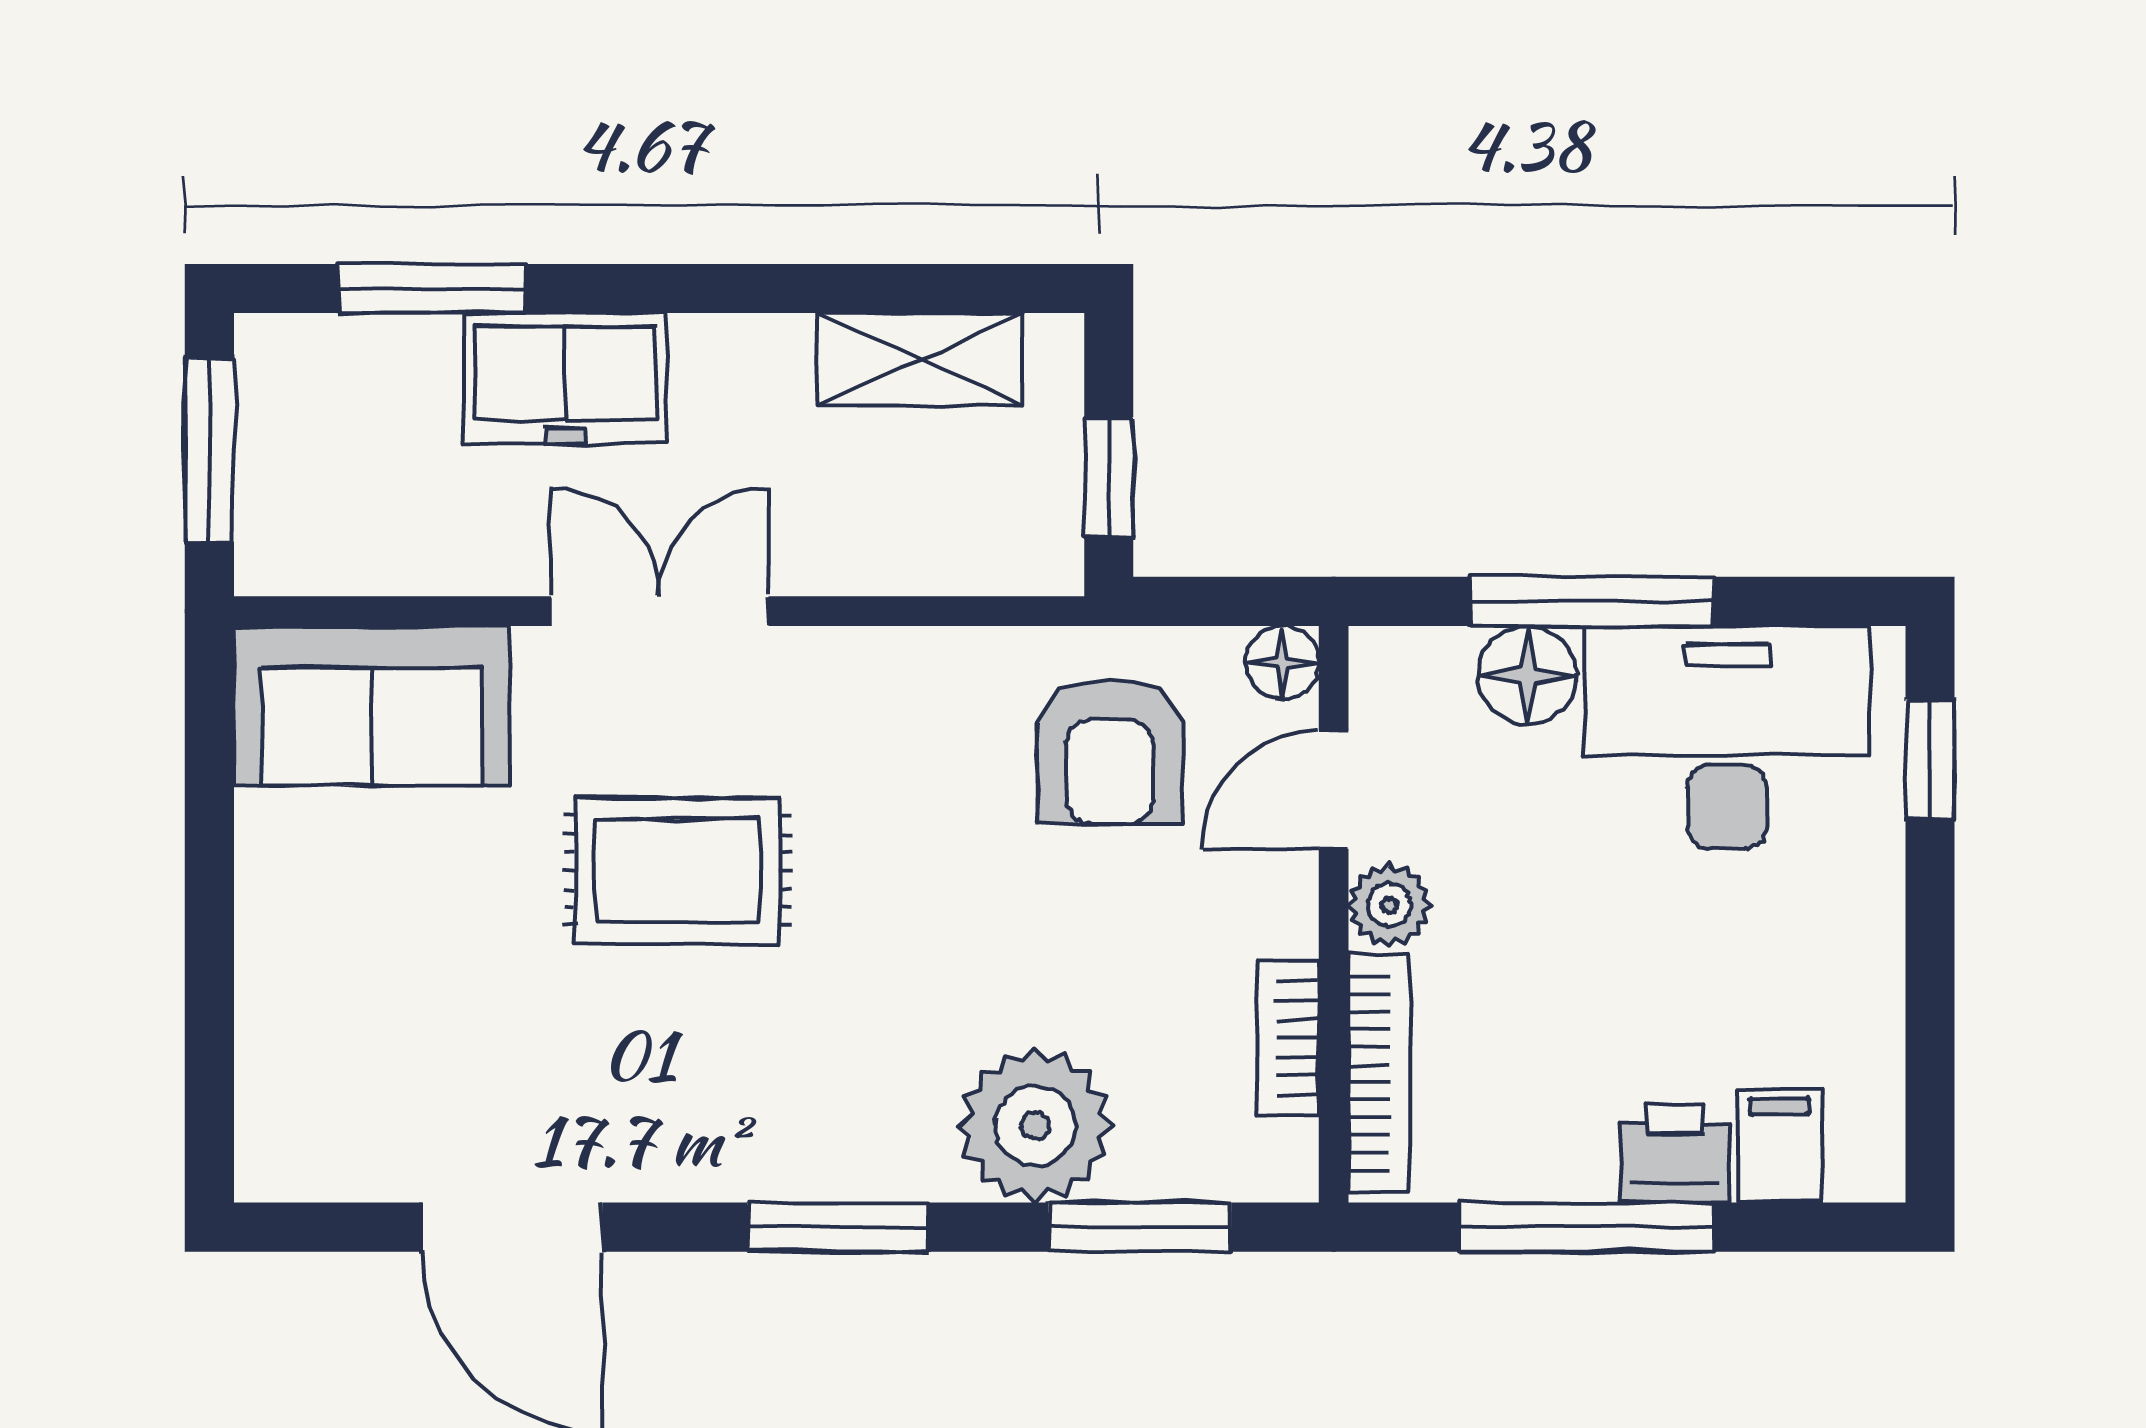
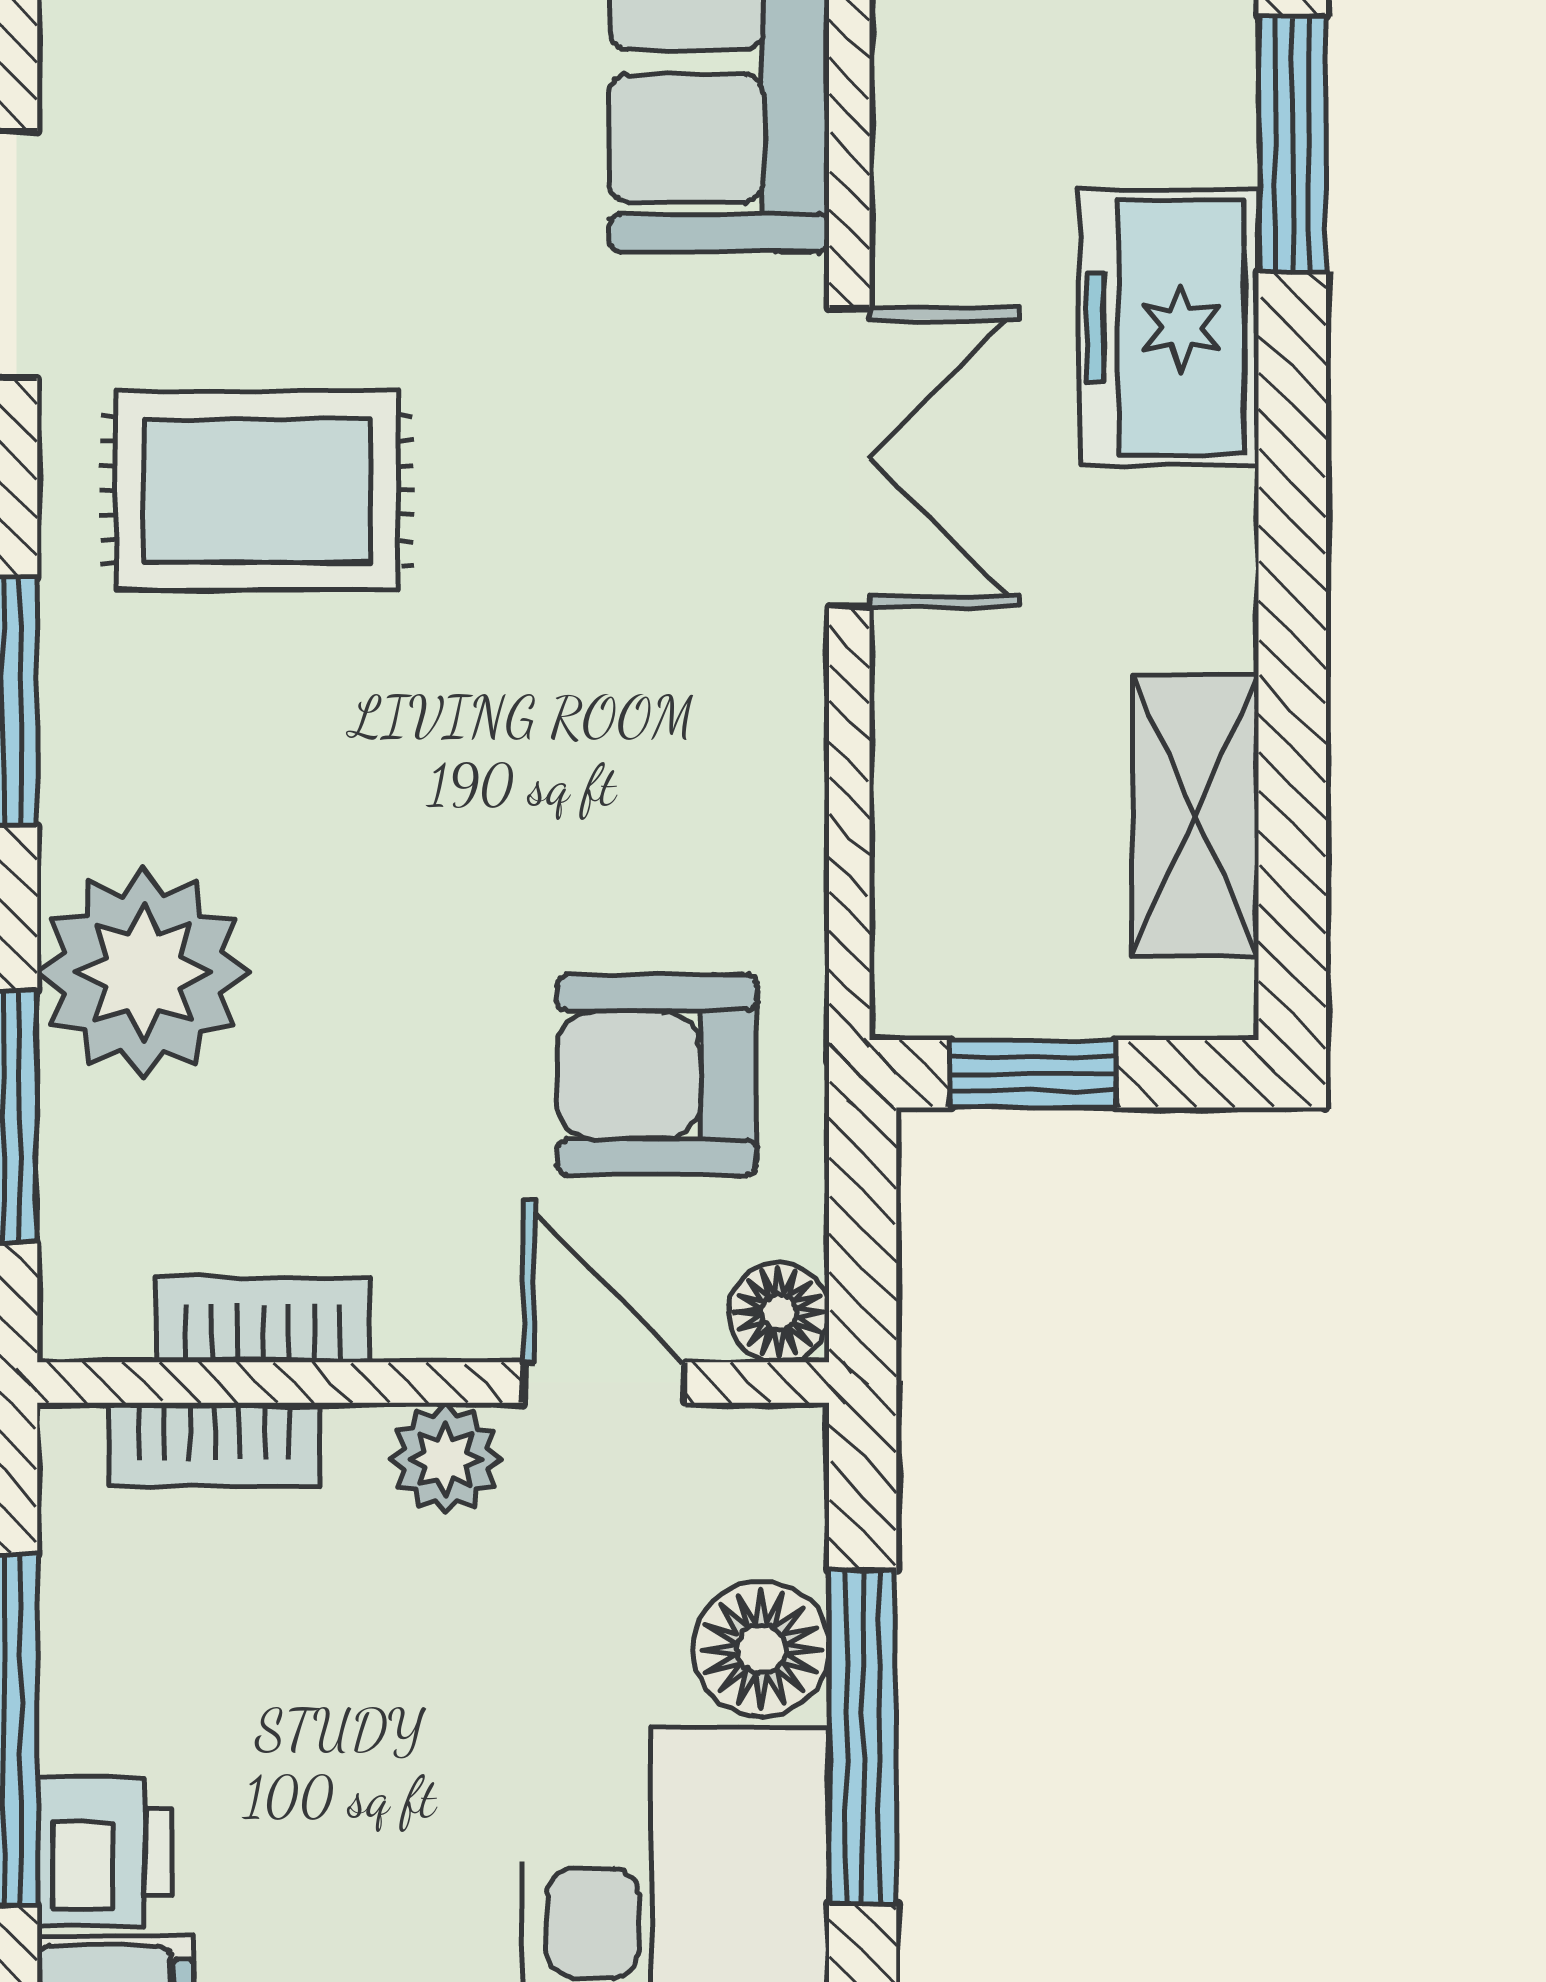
rug: (677, 871) -> (257, 491), moved, turned 90
bookcase: (1379, 1073) -> (214, 1445), width x0.64

